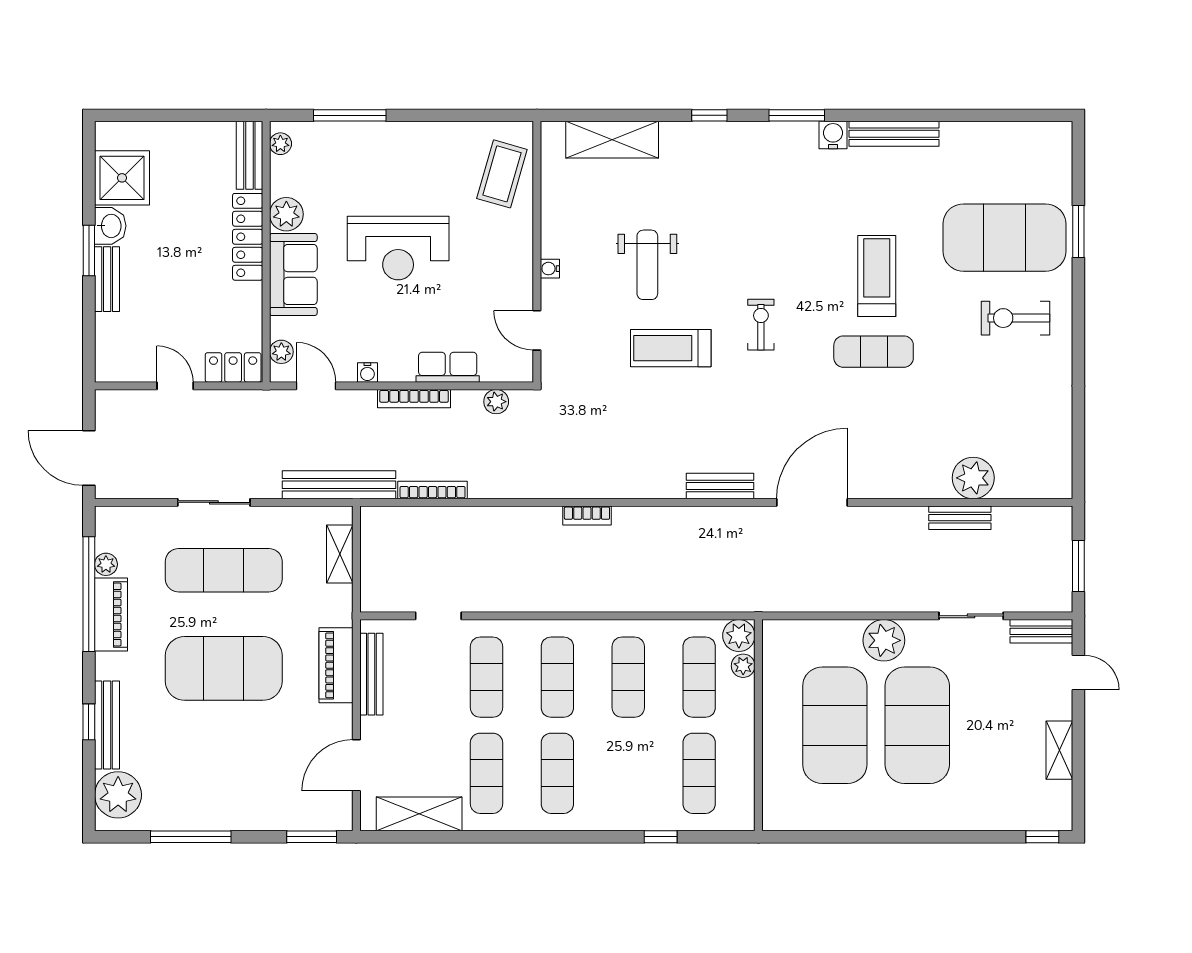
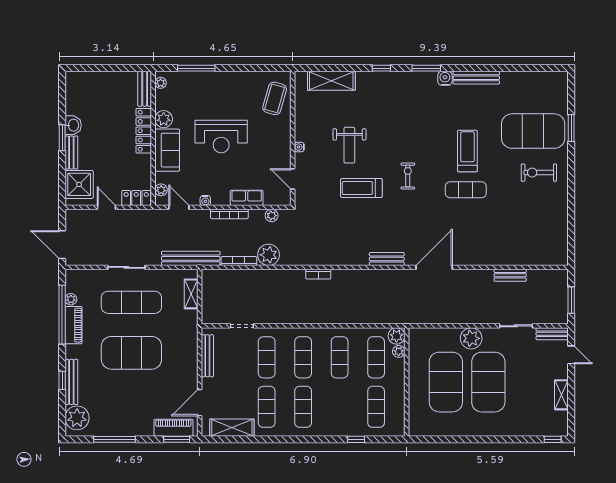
shower: (122, 178) -> (79, 184), moved
plant: (973, 478) -> (269, 255), moved
piano: (336, 665) -> (173, 428), moved, turned 90

